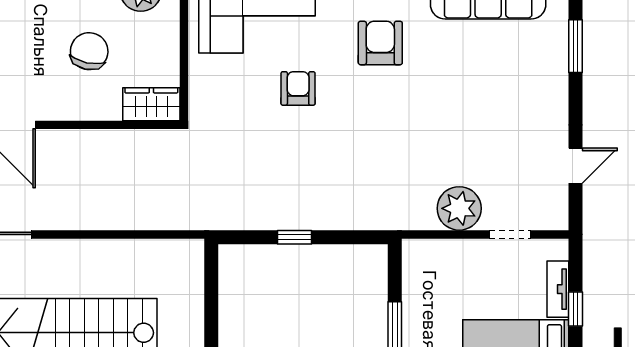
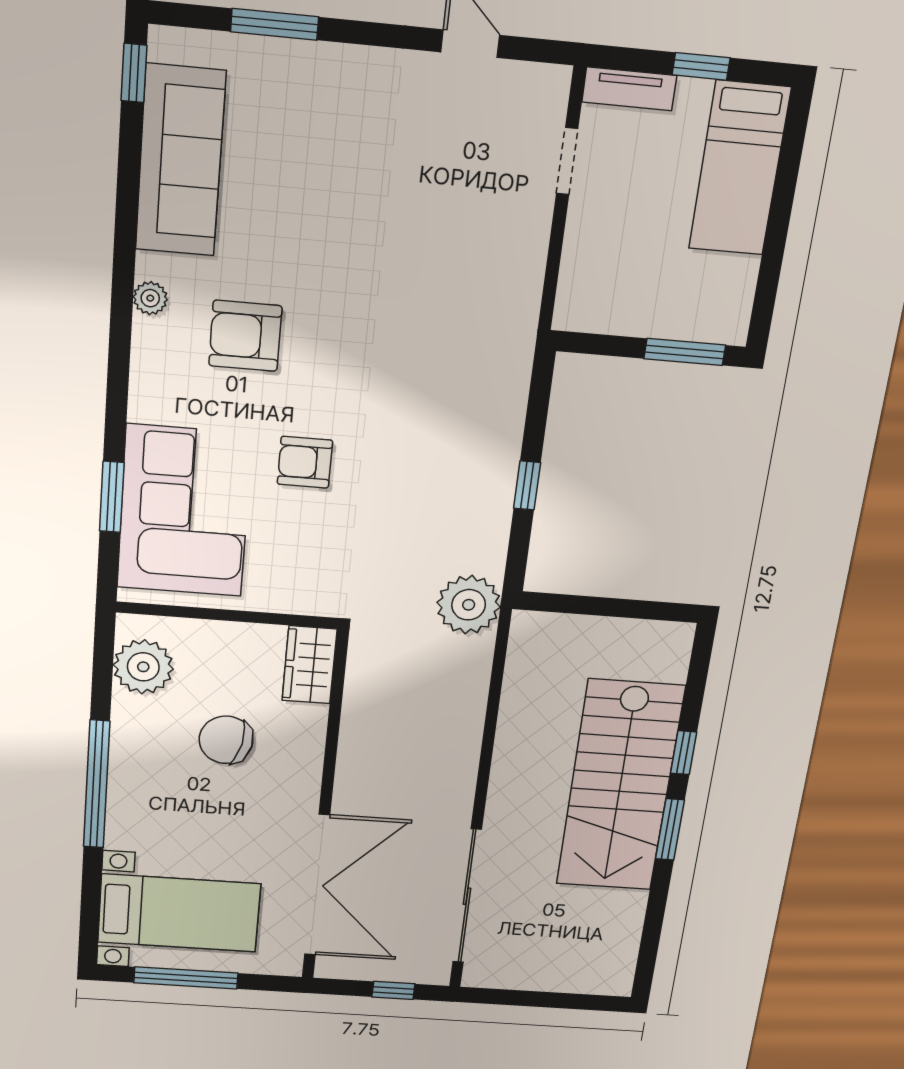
plant: (459, 208) -> (469, 605), moved
tv unit: (558, 289) -> (629, 89), moved

